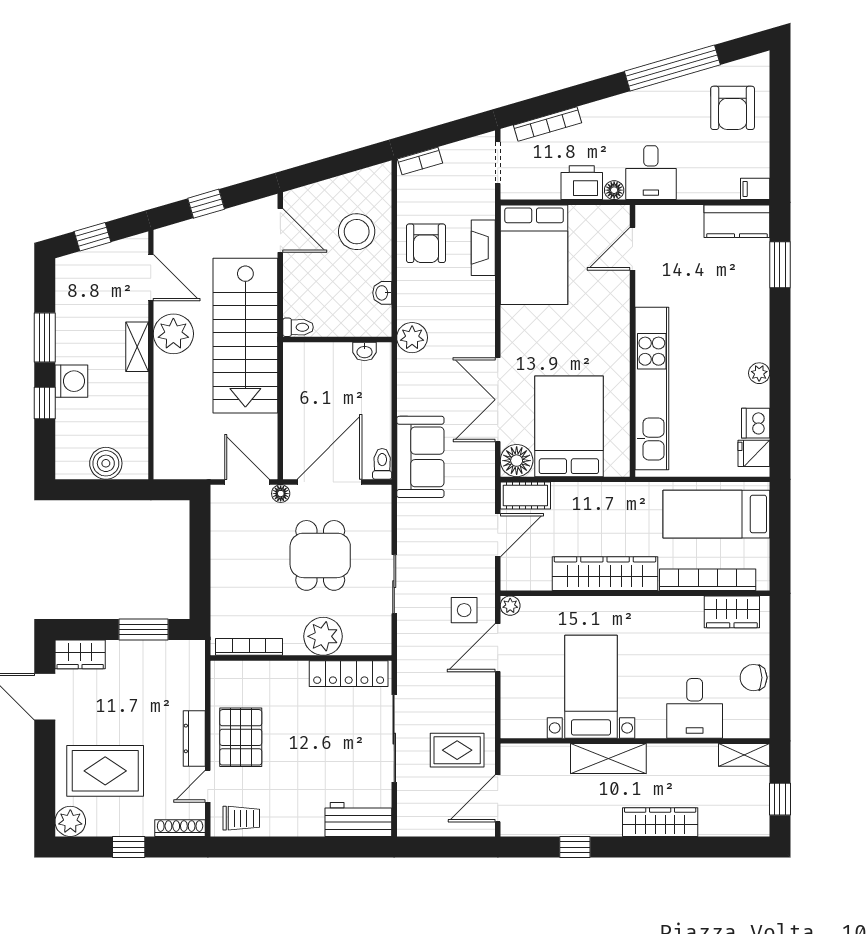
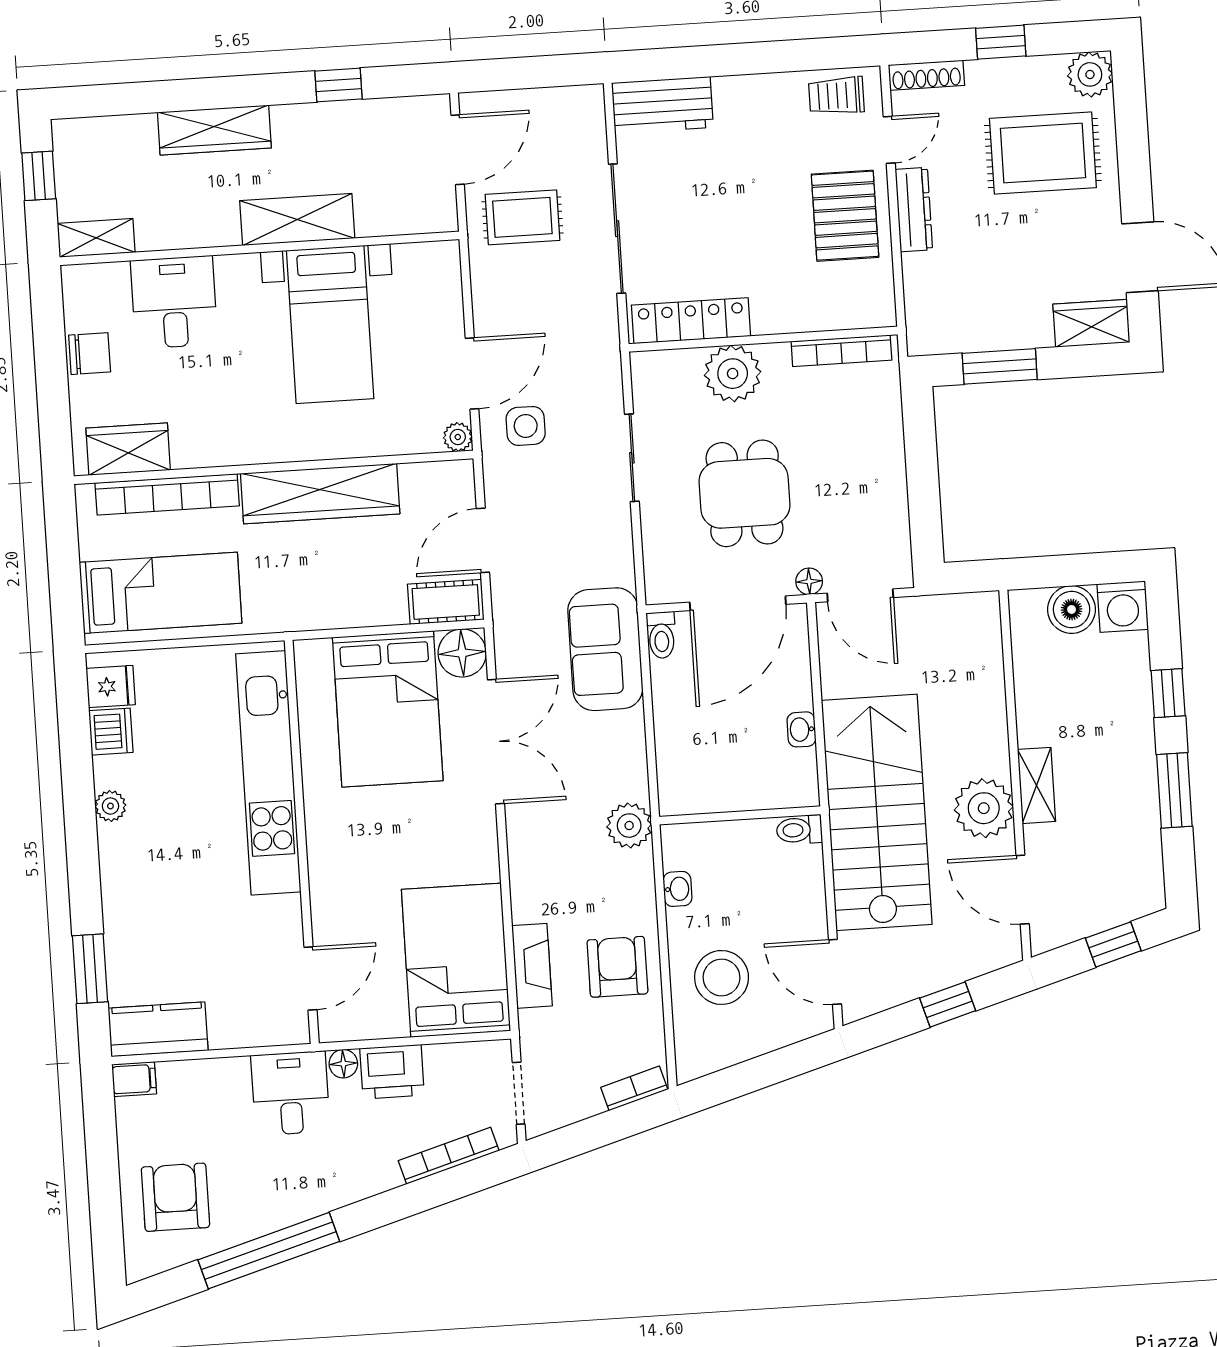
washbasin: (365, 351) -> (801, 729), moved, turned -90
washing machine: (71, 381) -> (1123, 607), moved, turned -90

